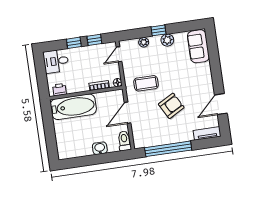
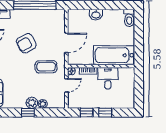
plant: (167, 40) -> (32, 103), moved
door: (119, 54) -> (66, 85), moved
desk: (56, 61) -> (108, 78), moved, turned -90
printer: (60, 90) -> (124, 72), removed
toilet: (124, 141) -> (129, 18), moved

